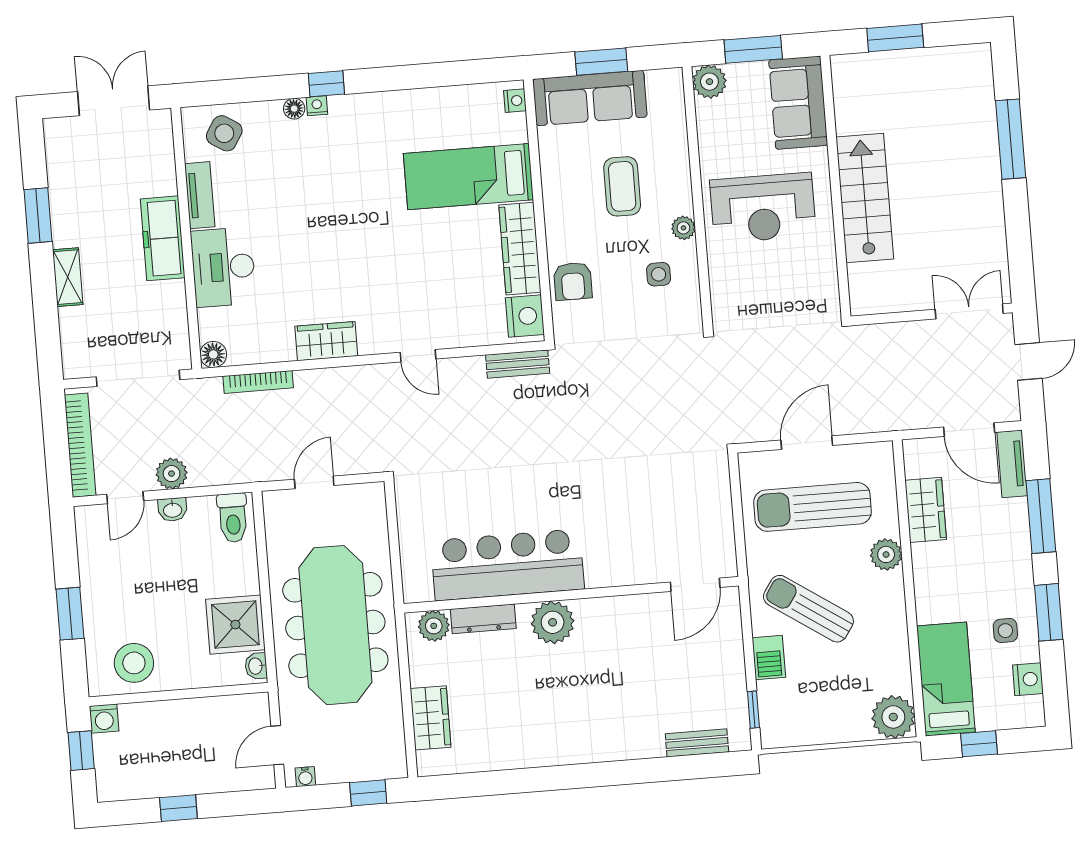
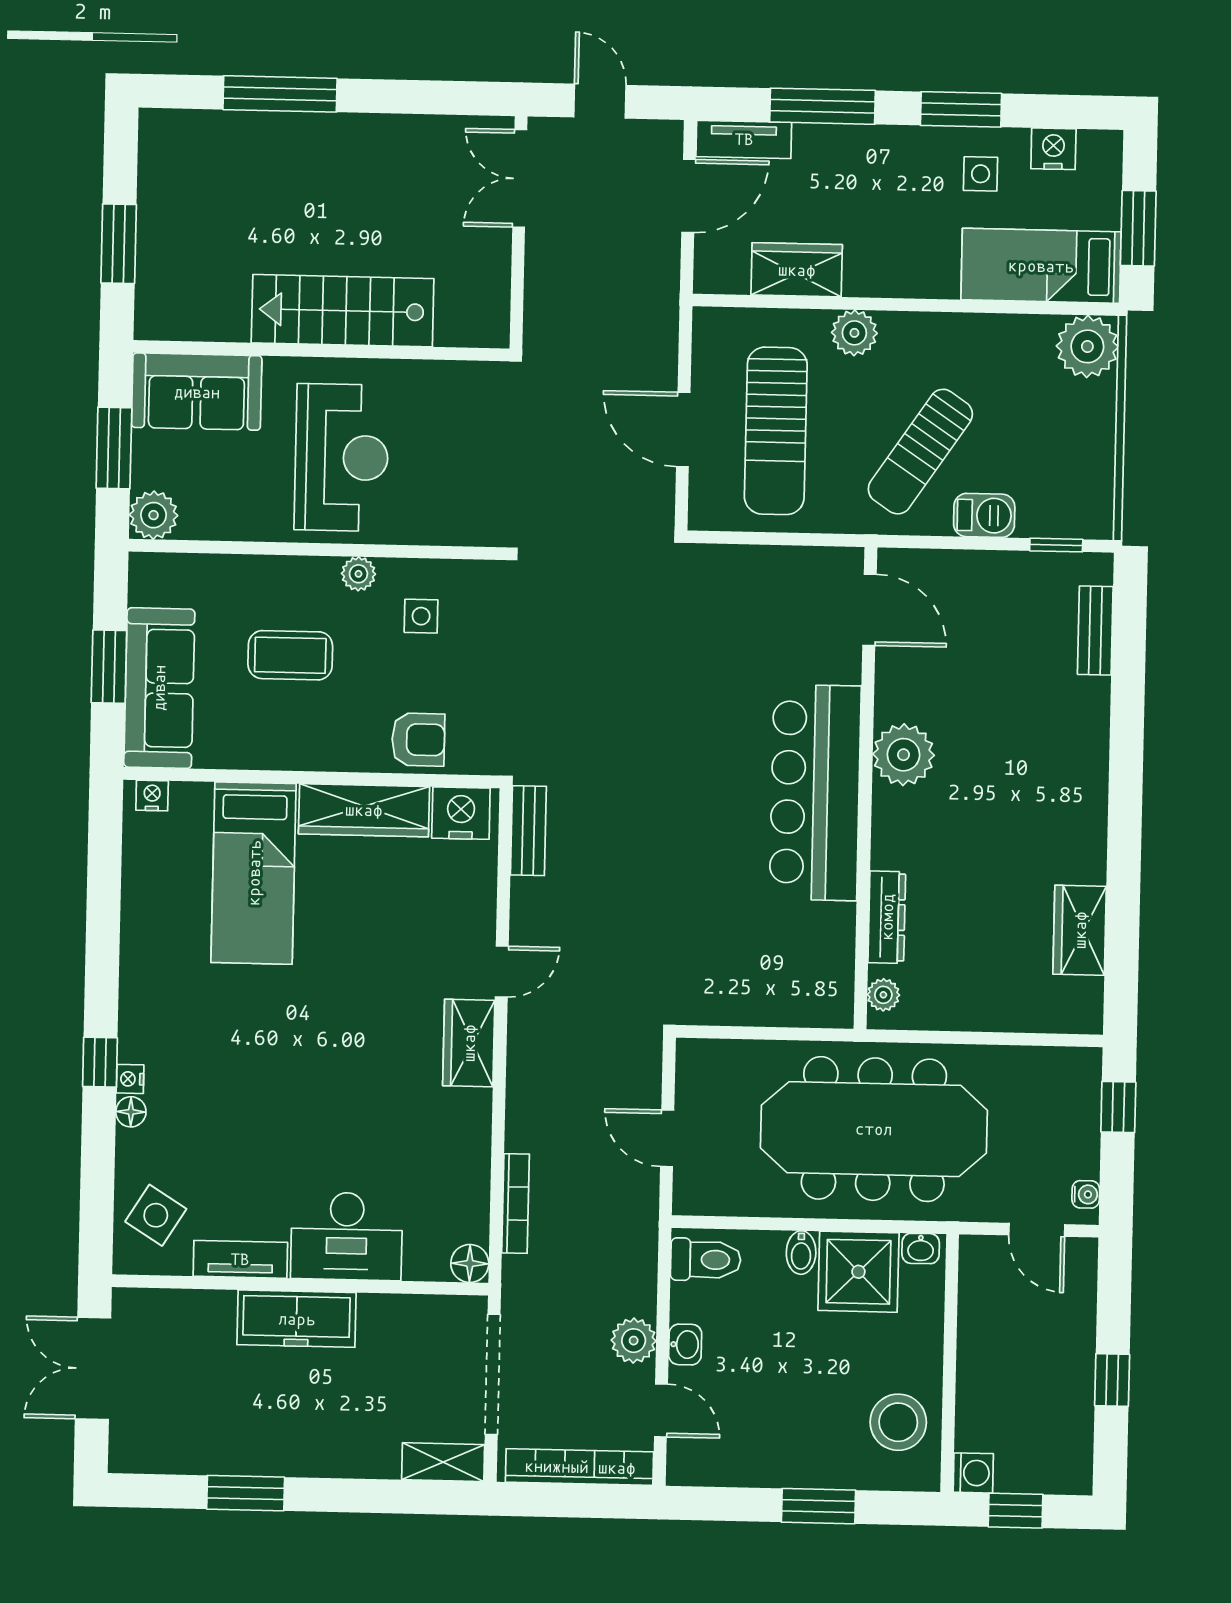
shelving: (68, 277) -> (443, 1462), moved
wardrobe: (326, 341) -> (469, 1043), moved
bar counter: (507, 565) -> (815, 793), moved
bidet: (245, 583) -> (801, 1253), added
plant: (553, 622) -> (904, 755), moved
plant: (434, 626) -> (883, 995), width x0.73, depth x0.73
wardrobe: (431, 718) -> (1080, 930), moved, turned -90
window: (979, 744) -> (1138, 228), width x1.50

